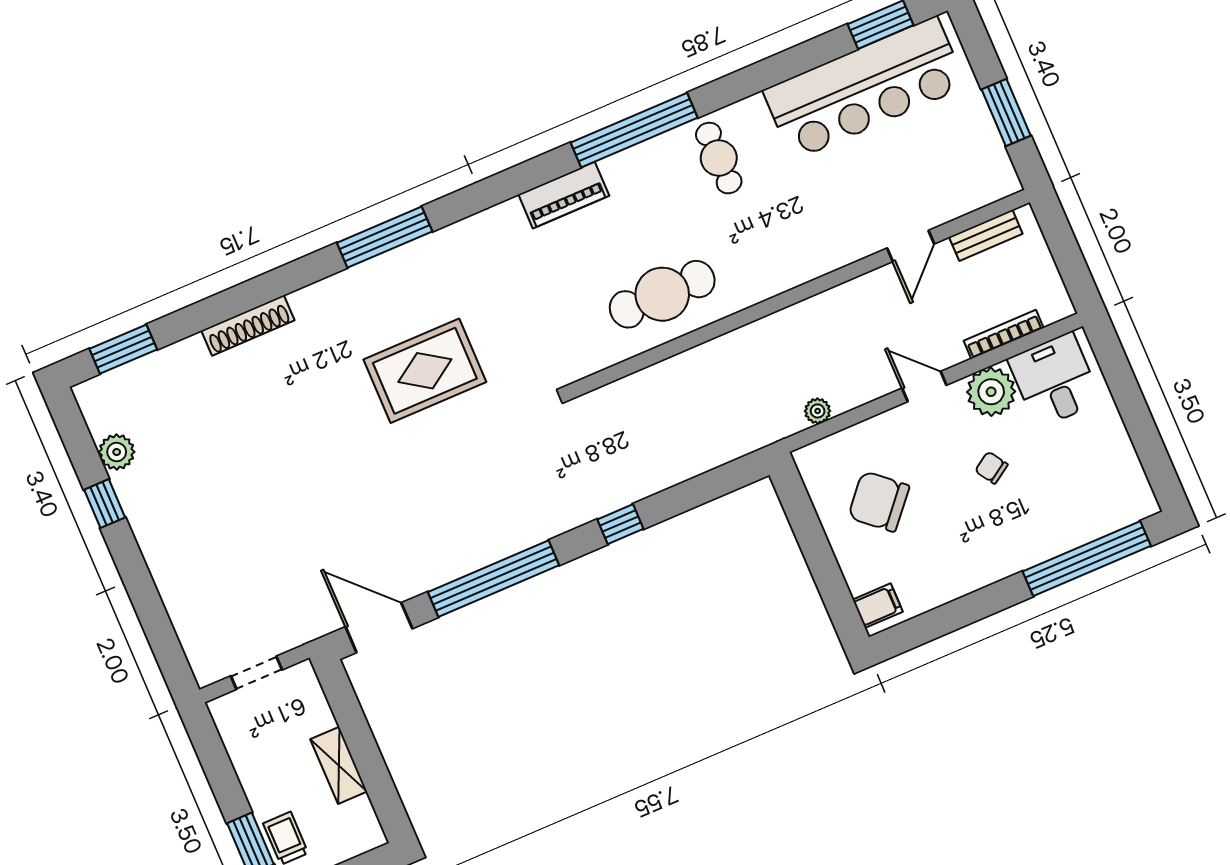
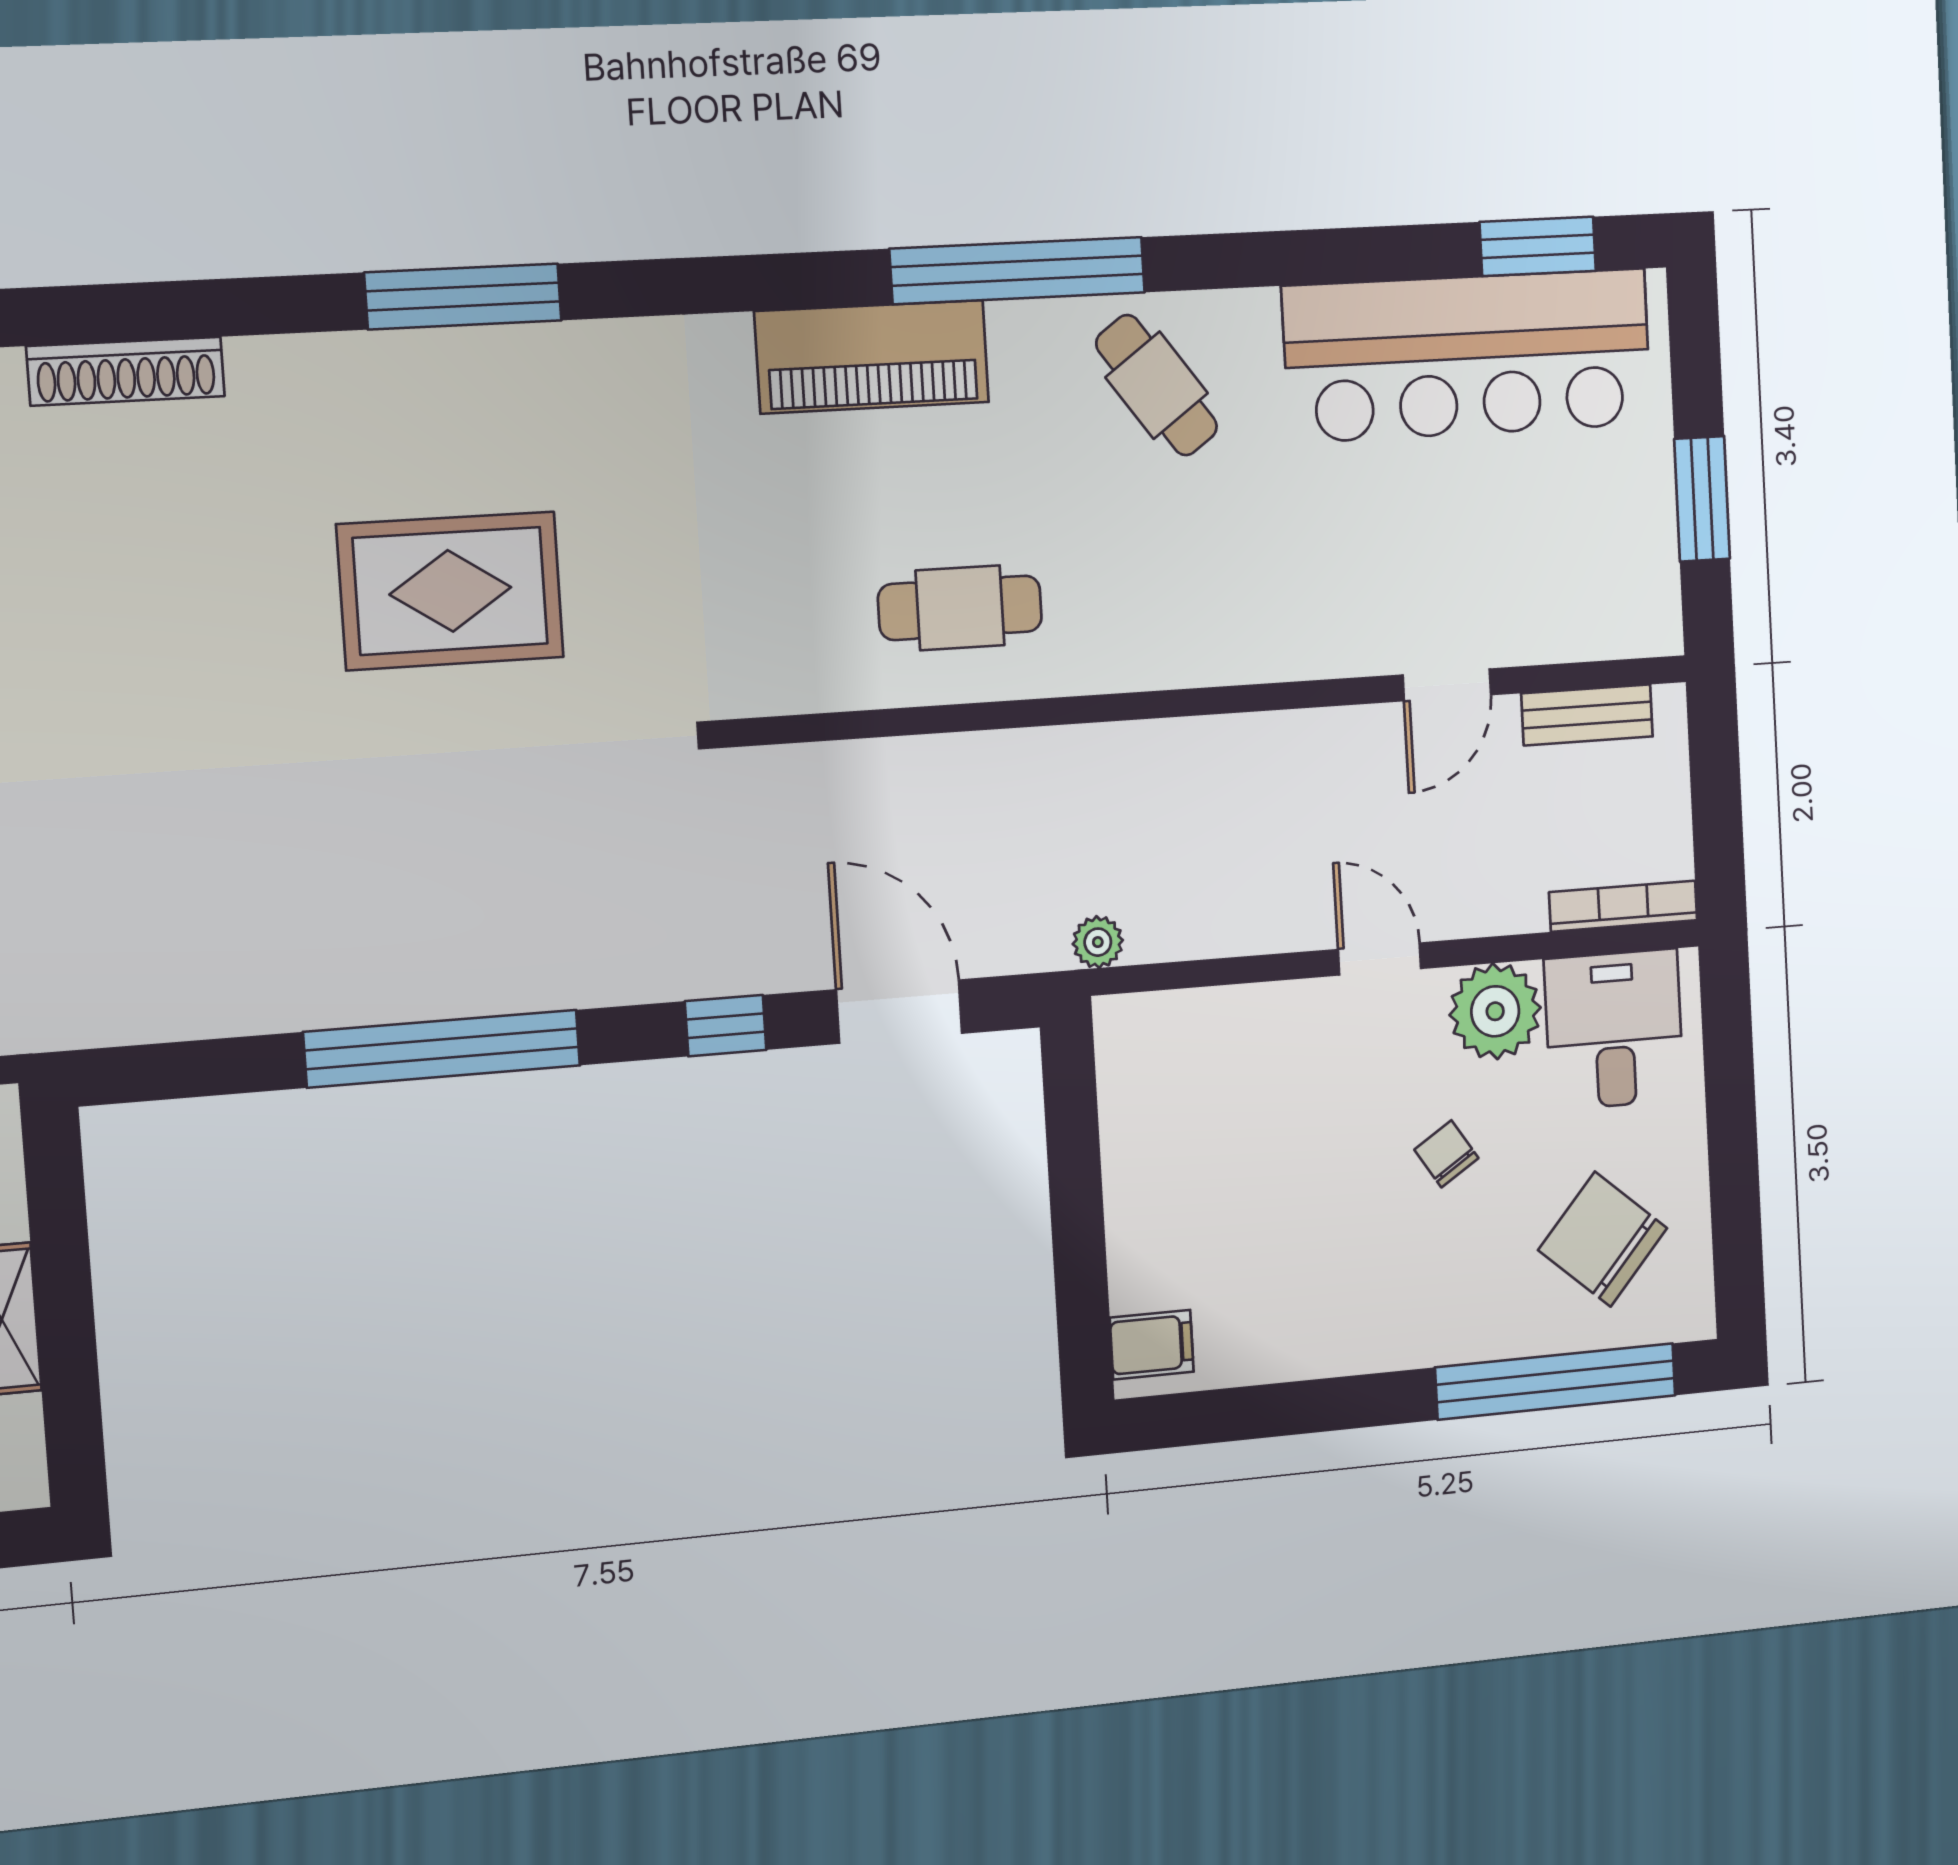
cafe table: (719, 158) -> (1157, 385), turned -36
piano: (564, 195) -> (872, 357), width x1.37, depth x1.33
cafe table: (662, 294) -> (960, 608), width x0.73, depth x0.74
bookcase: (1004, 334) -> (1623, 906), moved
plant: (818, 411) -> (1098, 942), moved
chair: (879, 501) -> (1603, 1239), moved
door: (379, 628) -> (899, 1012), moved

